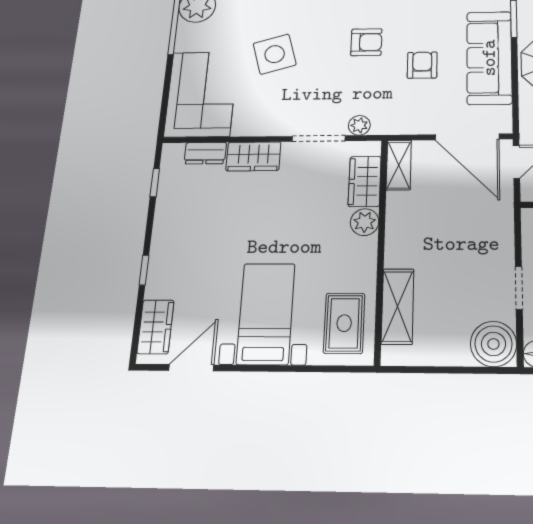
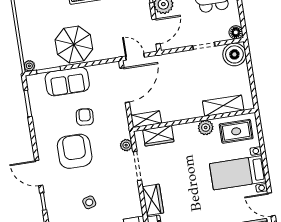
armchair: (366, 42) -> (75, 151), width x1.88, depth x1.88
side table: (275, 54) -> (89, 202), width x0.54, depth x0.54
sofa: (489, 58) -> (67, 82), width x0.73
armchair: (422, 65) -> (85, 117), turned 95
plant: (365, 222) -> (206, 128), moved

